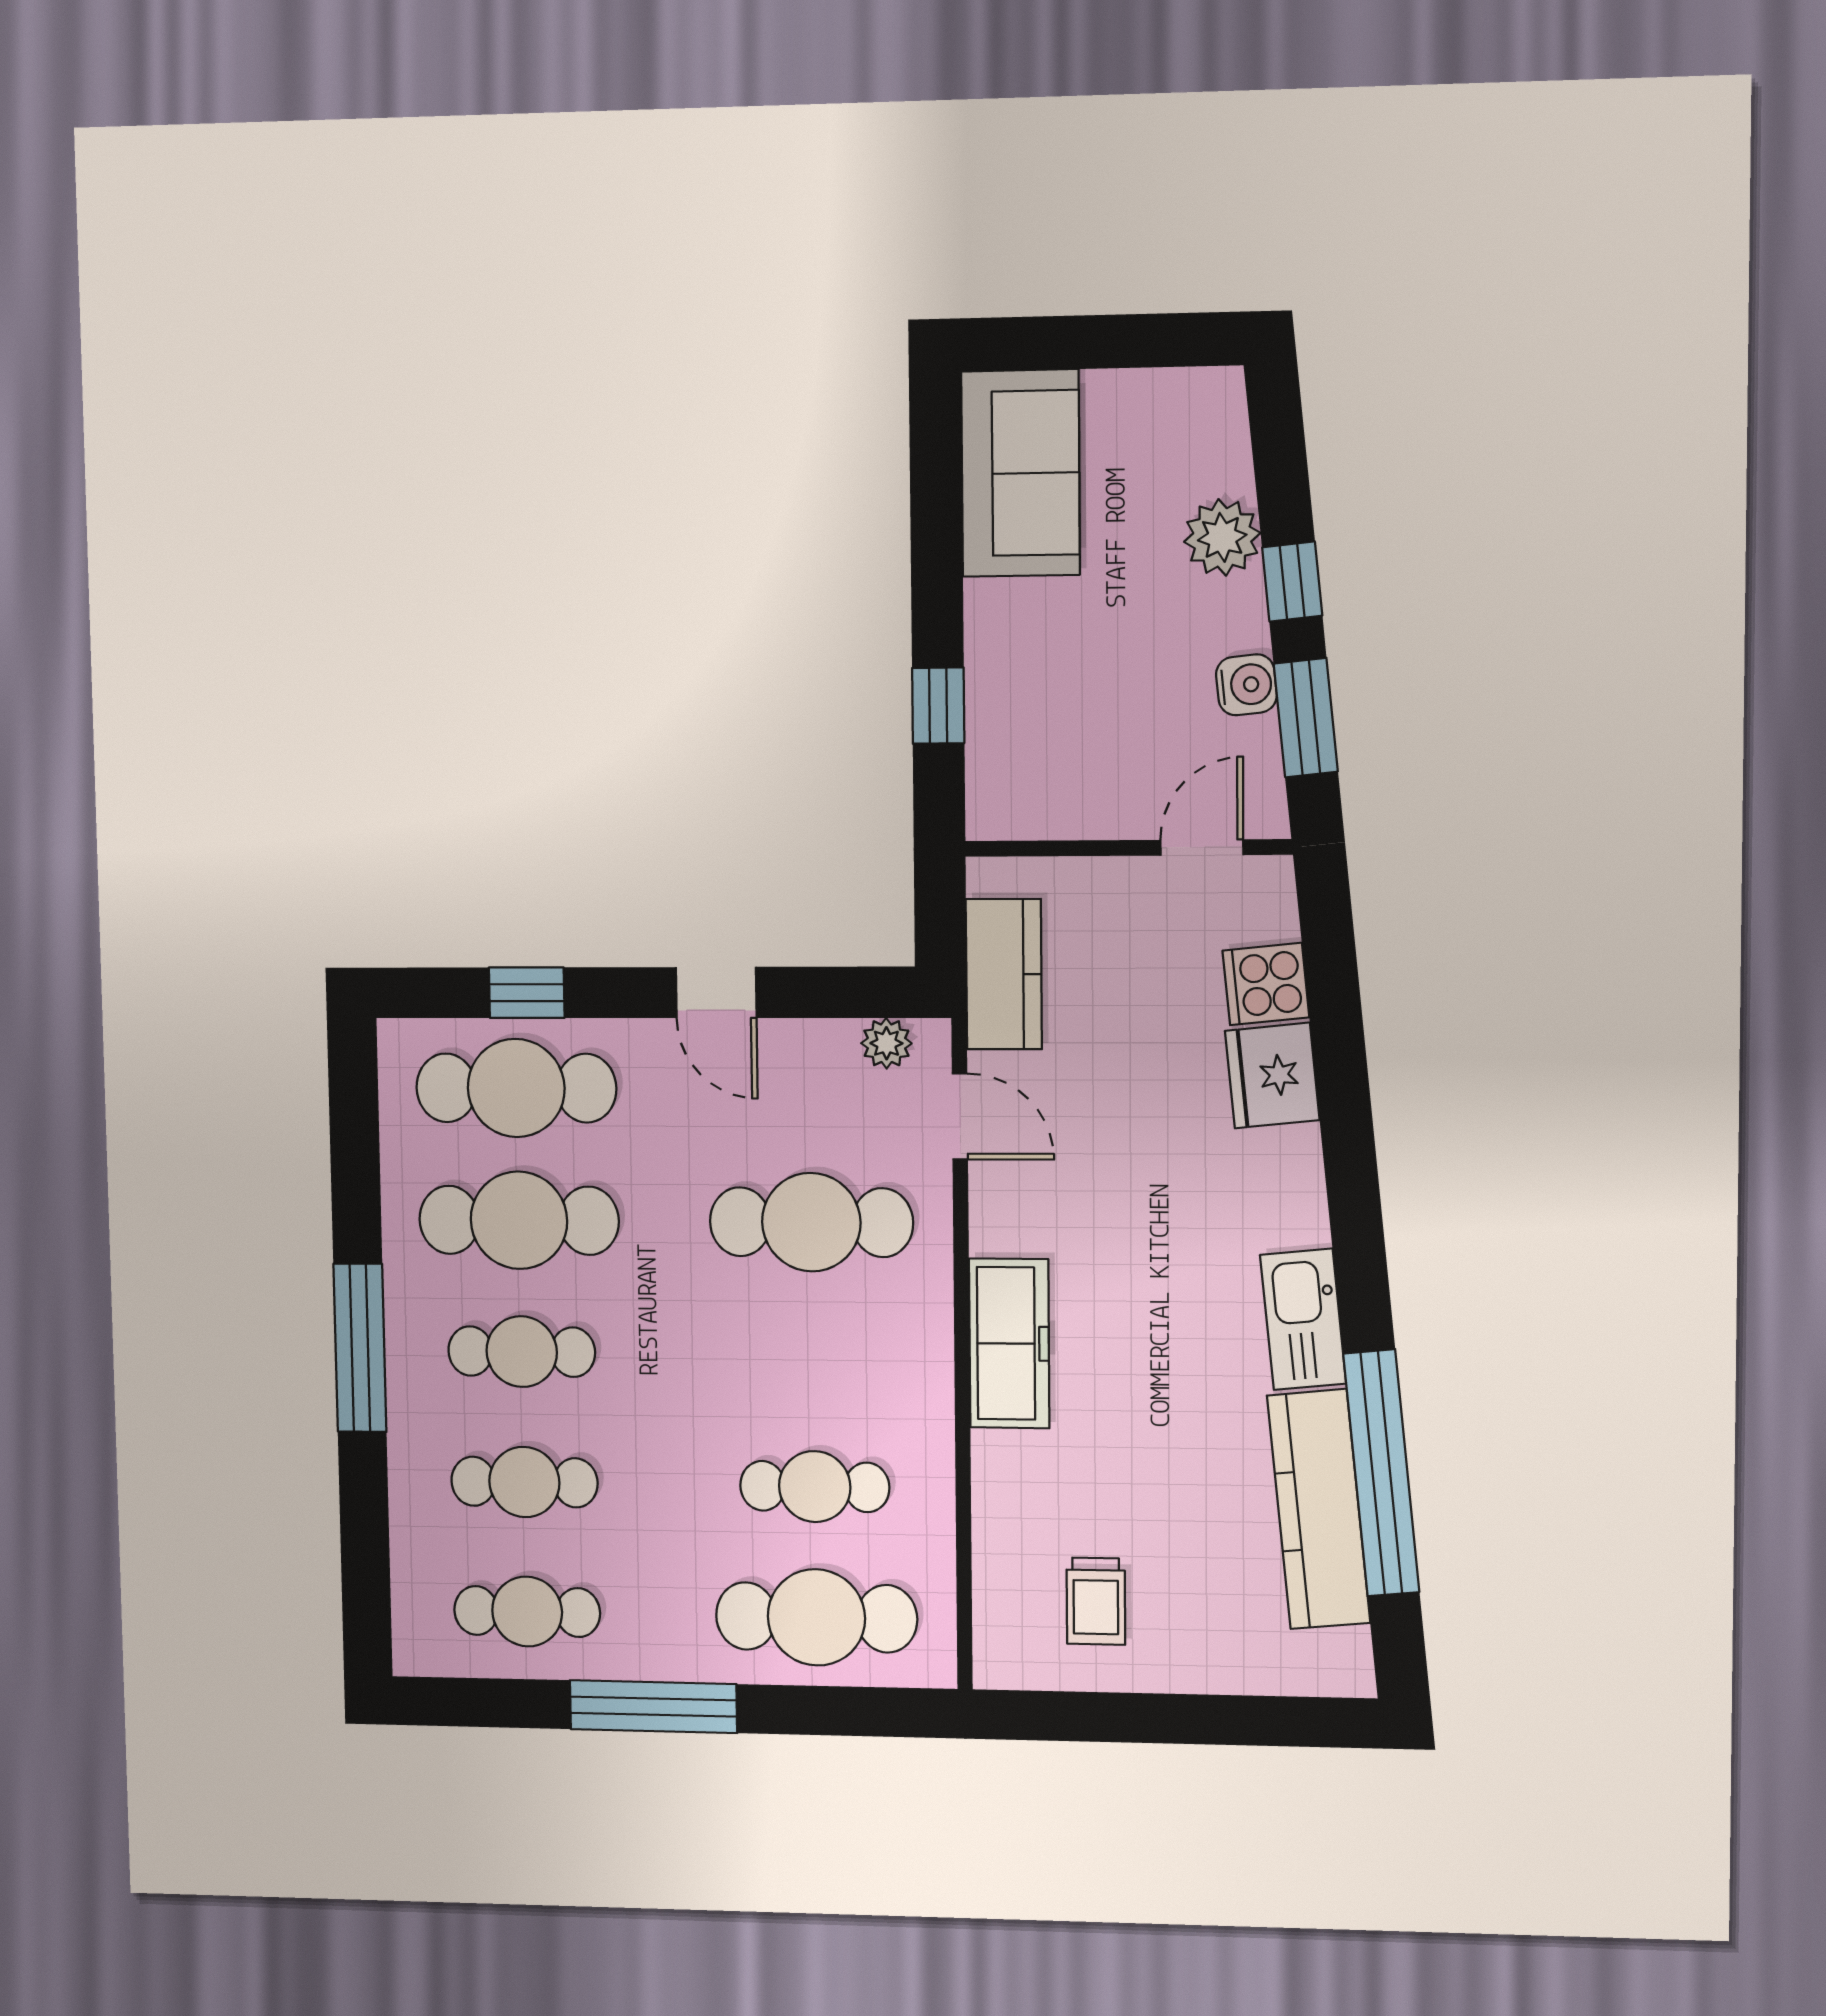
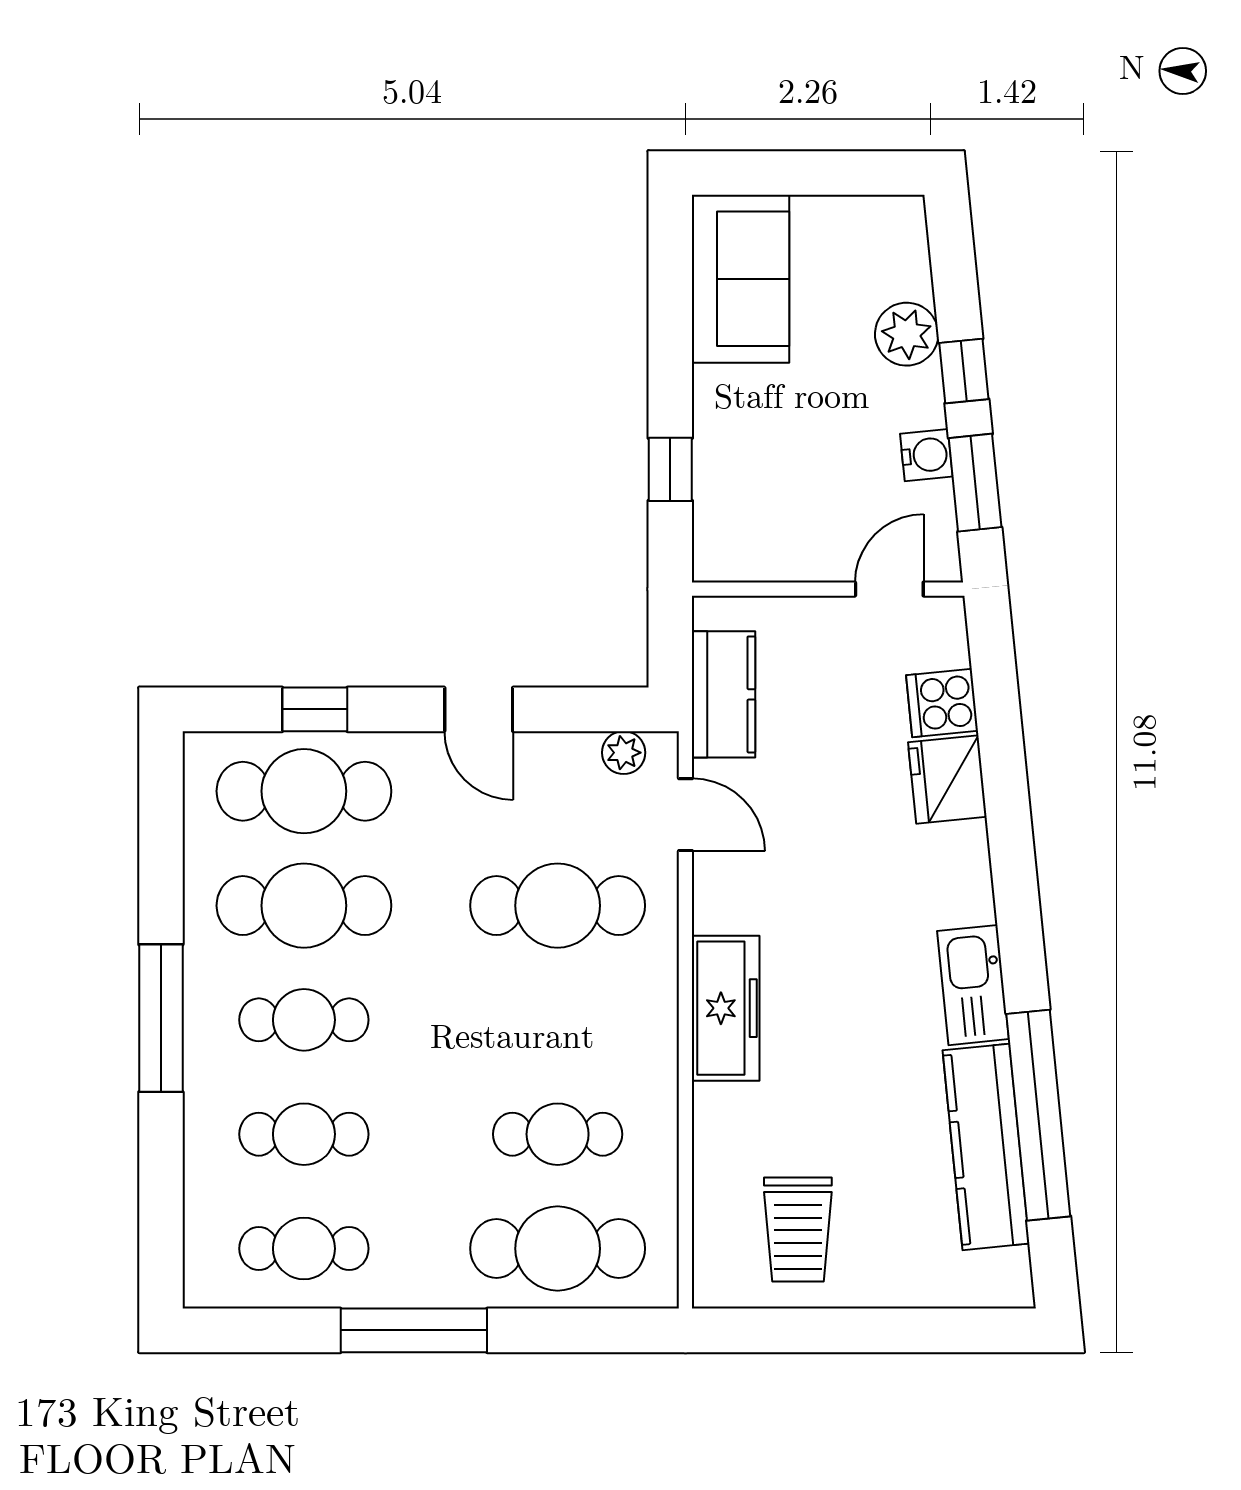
trolley: (1096, 1601) -> (798, 1230), width x1.36, depth x1.39

